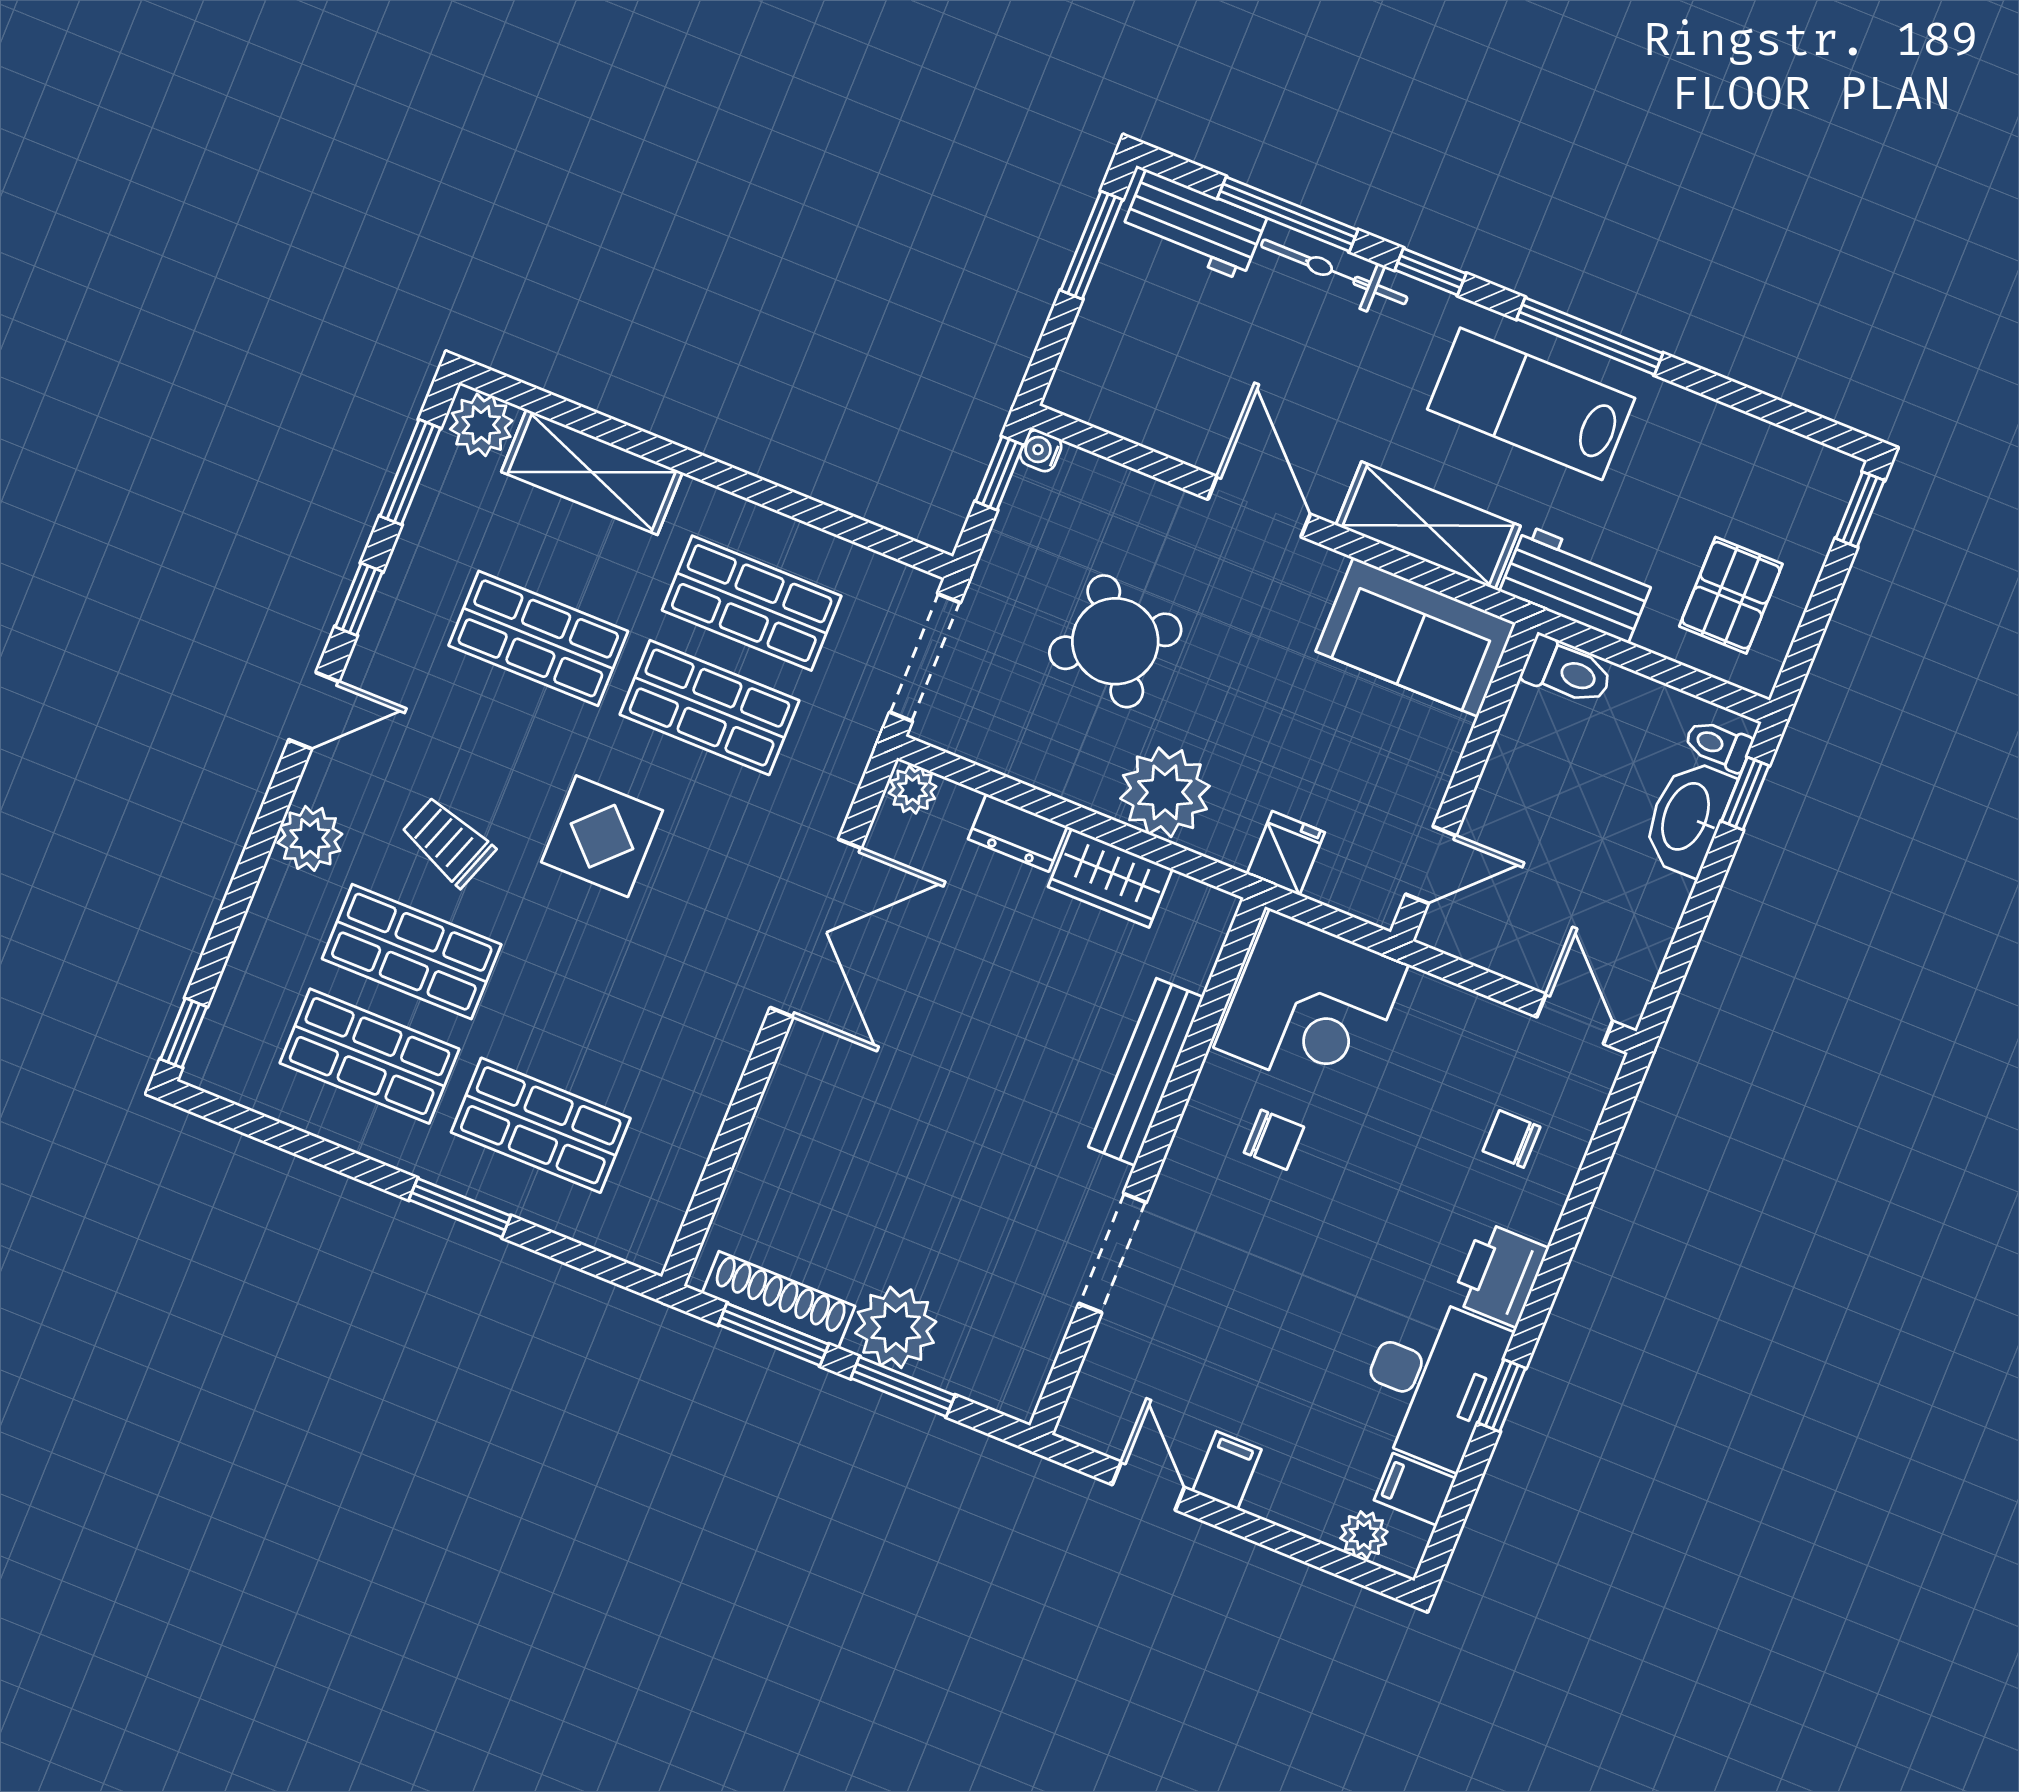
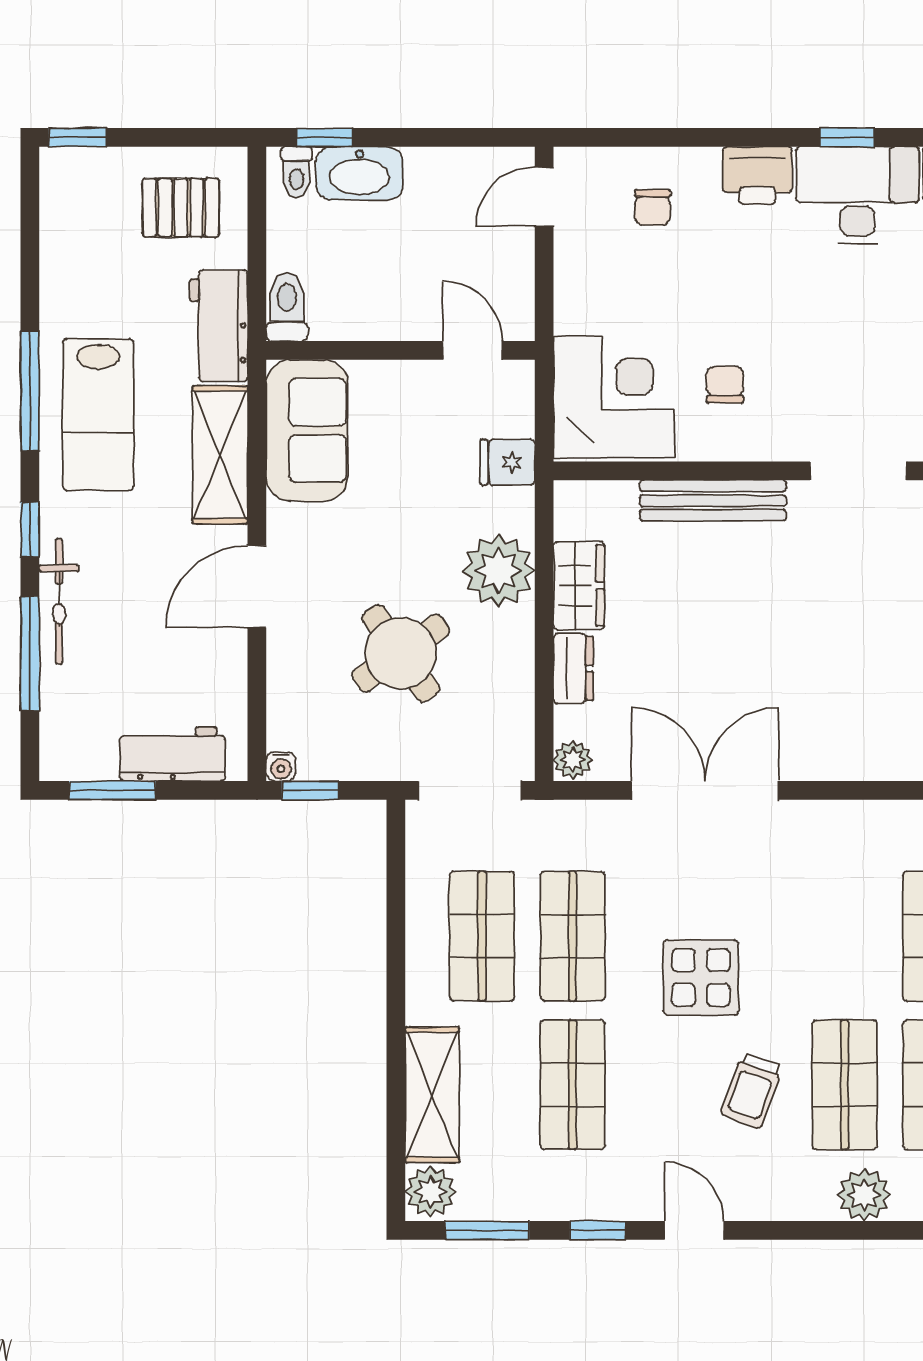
workbench: (1194, 225) -> (172, 754), moved, turned -90
plant: (310, 838) -> (864, 1195), moved

